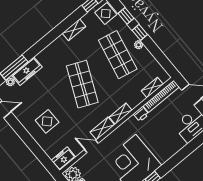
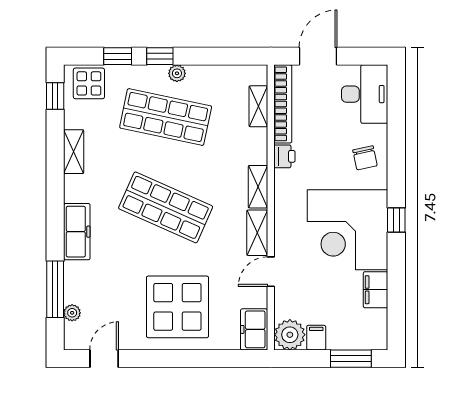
freezer: (27, 71) -> (77, 232), moved
display table: (47, 121) -> (177, 307), width x1.86, depth x1.86
chair: (167, 146) -> (365, 158), added

